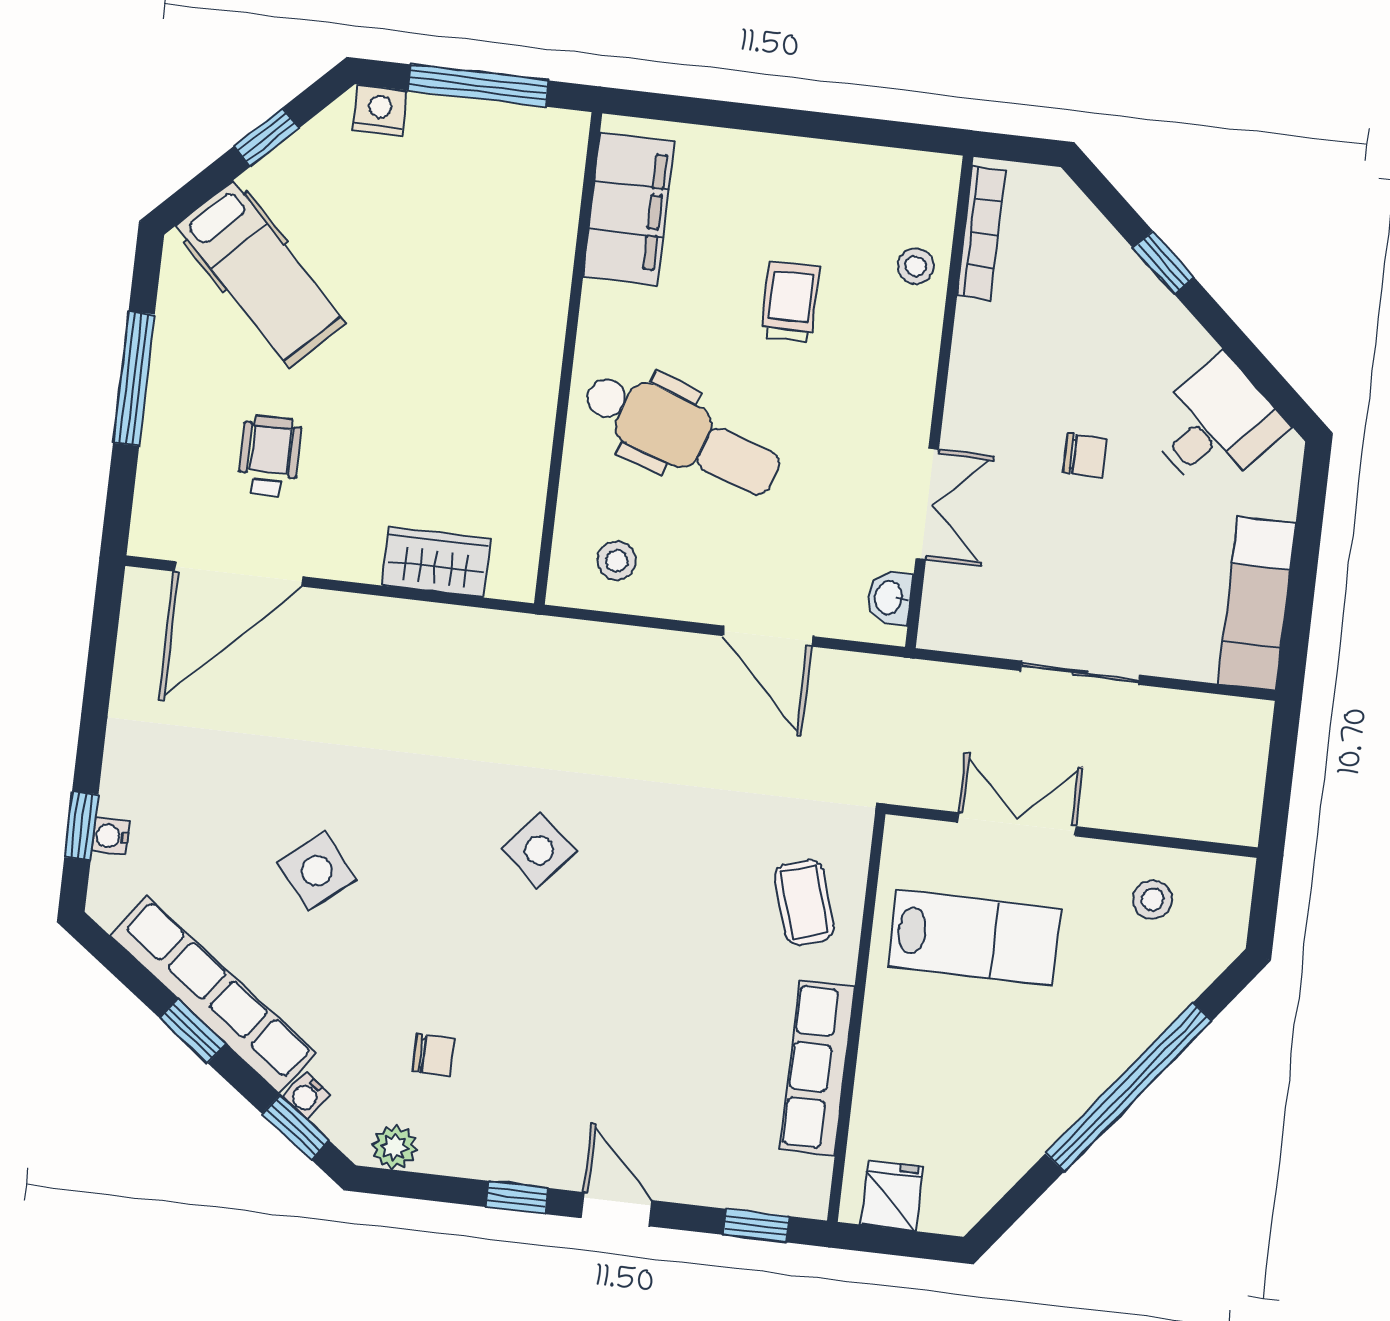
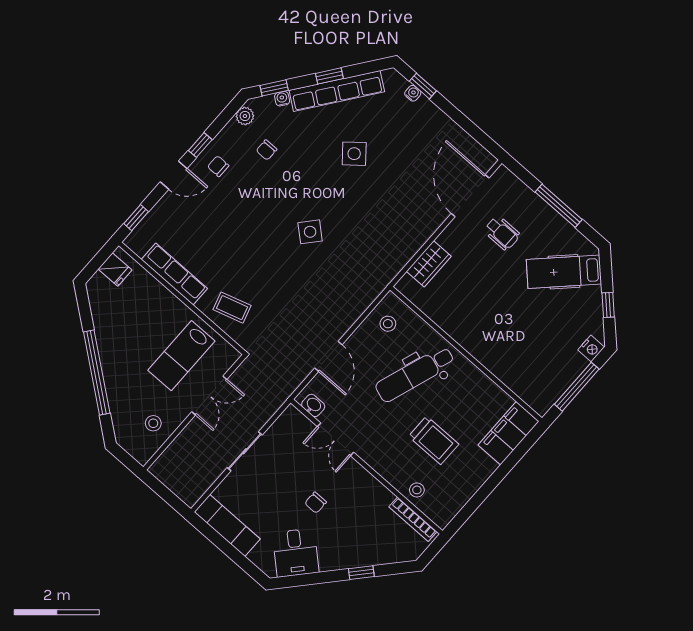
filing cabinet: (629, 209) -> (509, 433), moved, turned 90
trolley: (790, 302) -> (434, 440), width x1.36, depth x1.39
door: (768, 636) -> (328, 356), swing flipped
chair: (535, 1131) -> (218, 166), added

